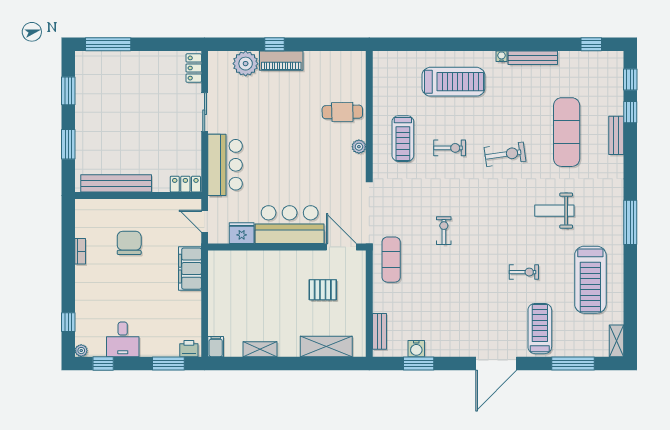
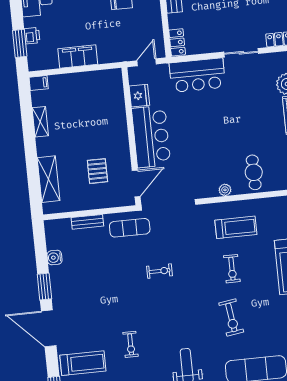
treadmill: (403, 139) -> (236, 227), turned 180
filing cabinet: (190, 269) -> (78, 56), moved
bench: (379, 331) -> (87, 222), moved
printer: (189, 349) -> (32, 36), moved
window: (419, 363) -> (44, 287), moved

